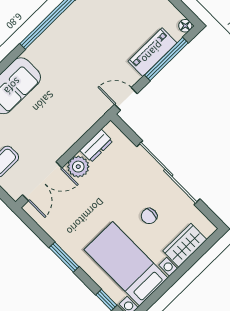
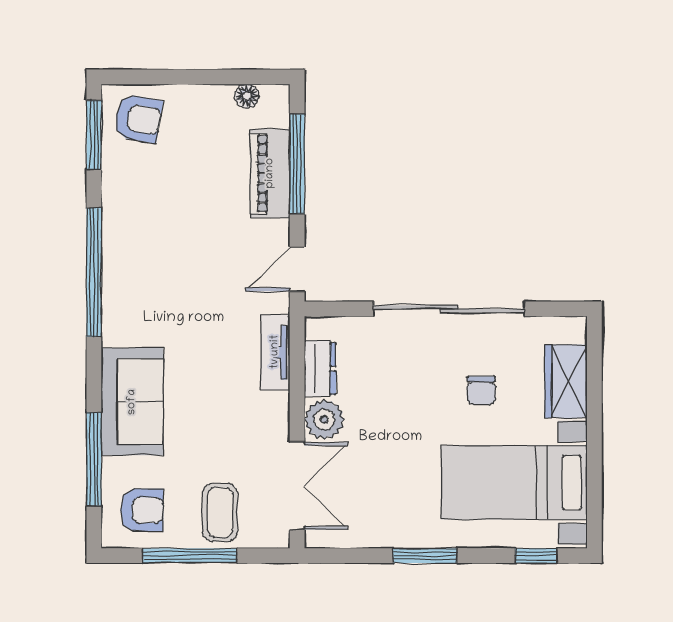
floor lamp: (185, 26) -> (247, 96), moved
tv unit: (86, 122) -> (275, 352), added

